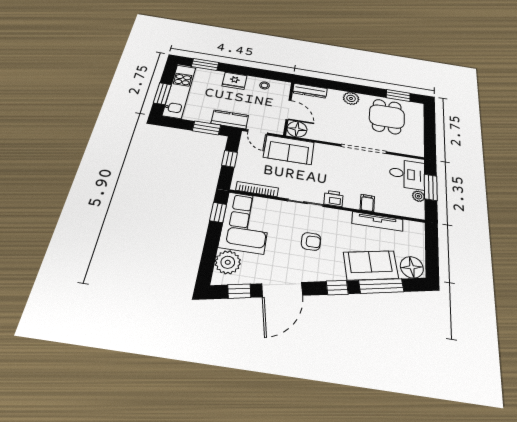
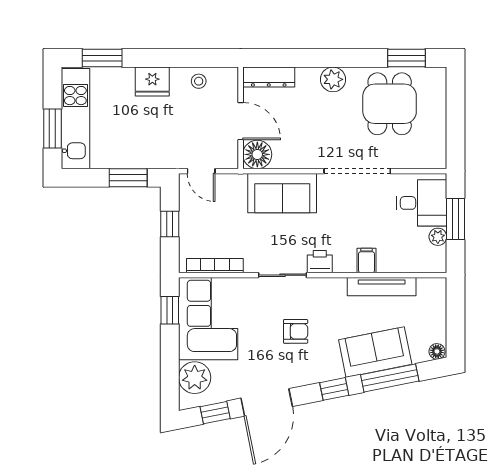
kitchen counter: (230, 119) -> (158, 156), removed
sofa: (289, 150) -> (282, 193), moved
floor lamp: (412, 267) -> (437, 351), width x0.53, depth x0.53

